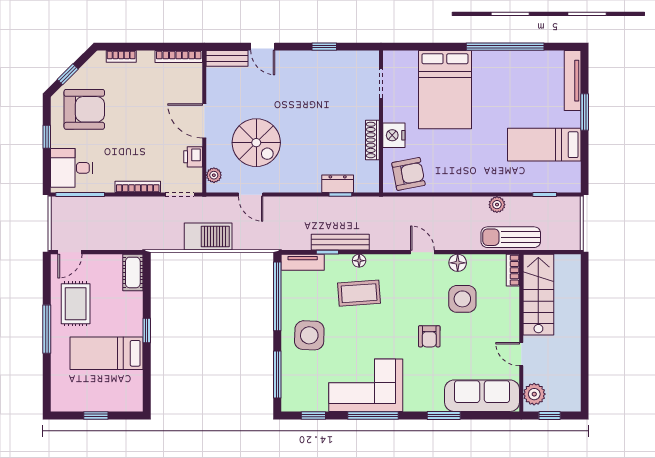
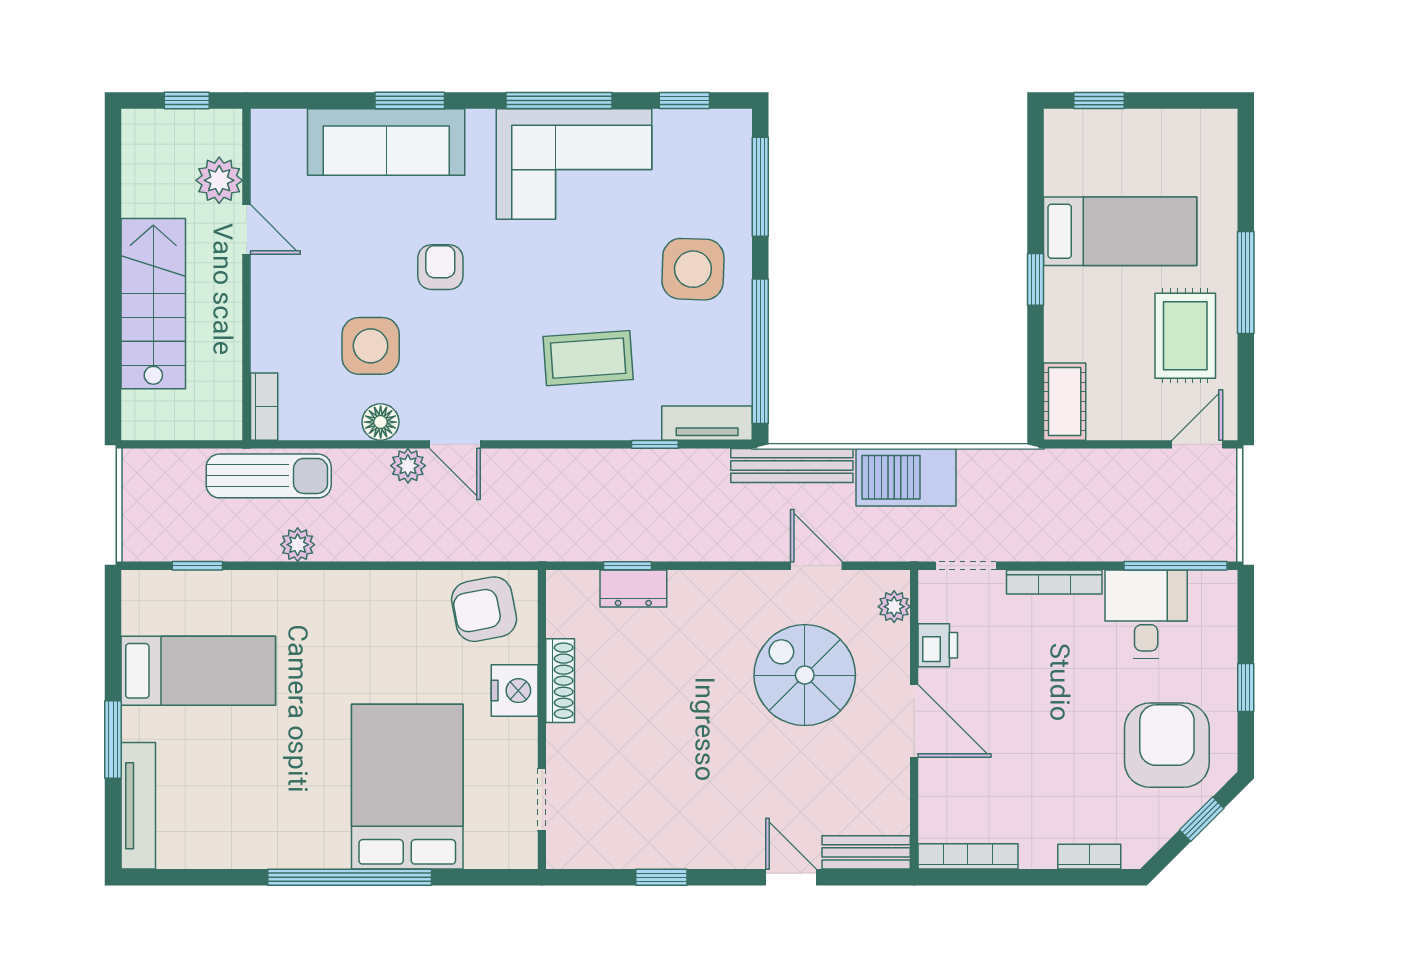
window: (505, 47) -> (350, 877), moved
armchair: (84, 109) -> (1167, 745), turned 90
desk: (72, 168) -> (1146, 614), moved, turned -90
bench: (340, 242) -> (792, 466), moved
plant: (445, 242) -> (408, 466), added
floor lamp: (359, 261) -> (588, 426), removed
stairs: (538, 295) -> (153, 304), moved, turned 180
plant: (534, 394) -> (219, 180), moved
sofa: (482, 396) -> (386, 142), moved
window: (96, 415) -> (1099, 101), moved

